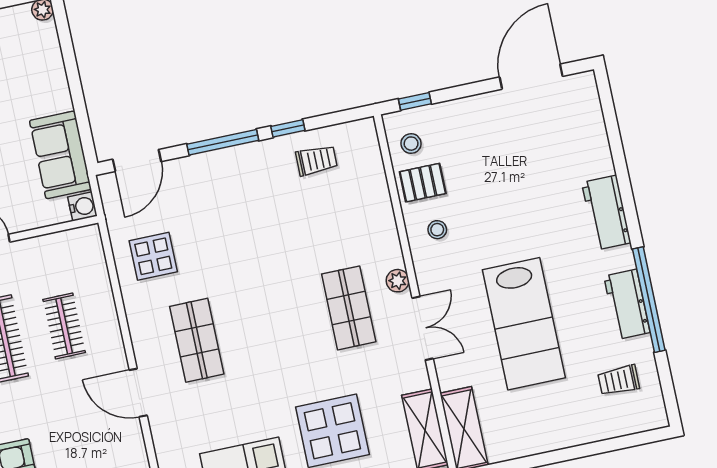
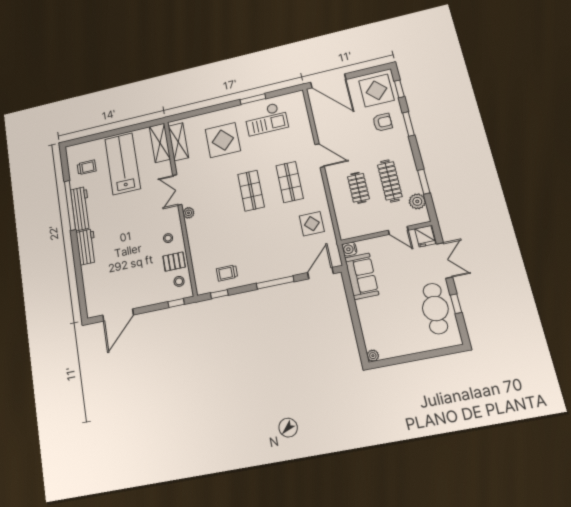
window: (288, 128) -> (219, 294), moved
workbench: (627, 304) -> (81, 209), width x1.38
shop shelf: (349, 308) -> (251, 191), moved
lab bench: (524, 324) -> (123, 164), moved

